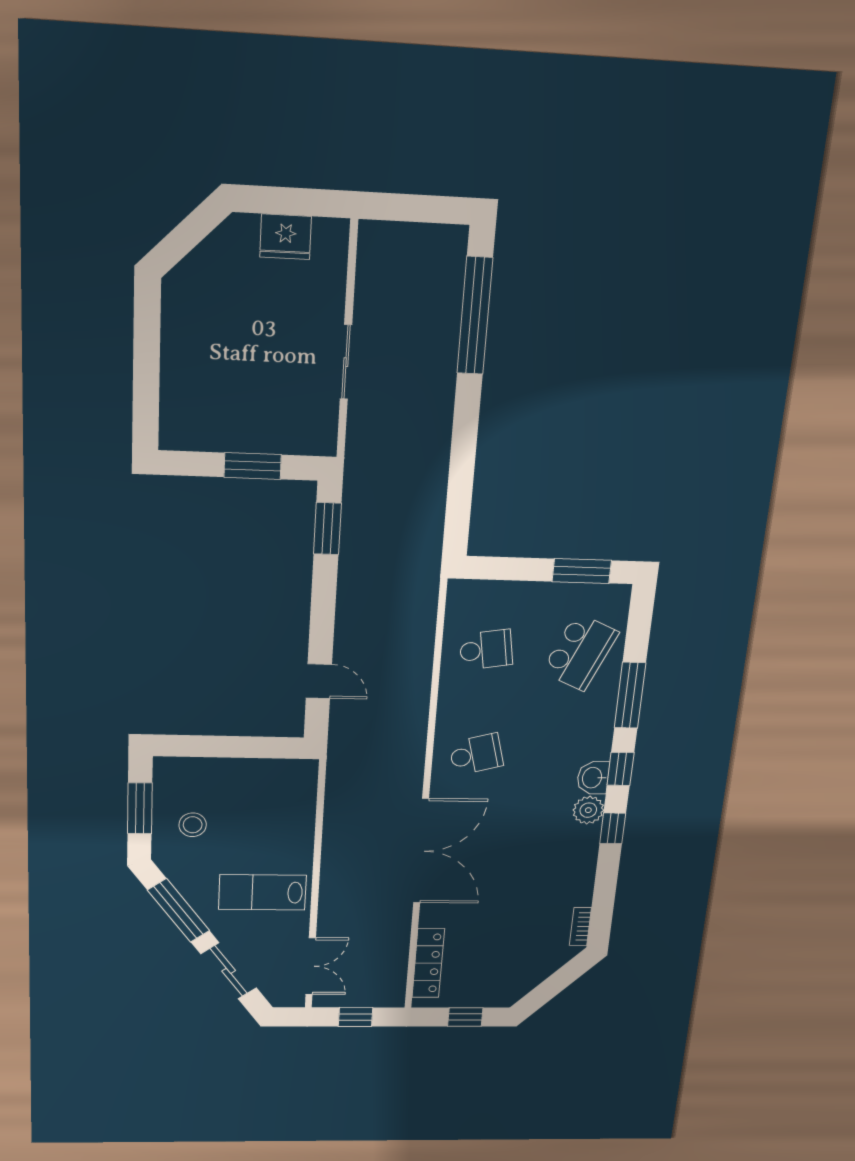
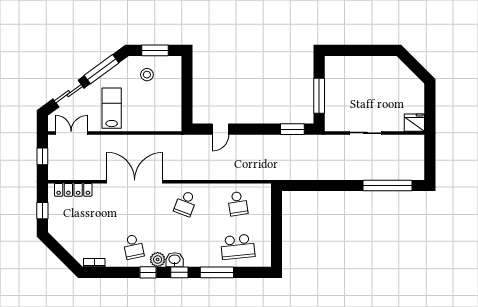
fridge: (286, 237) -> (414, 123), moved, turned 90
window: (253, 466) -> (319, 96), width x1.44
window: (582, 571) -> (277, 243), removed
school desk: (580, 652) -> (238, 247), turned -30
school desk: (476, 754) -> (186, 204), turned 36
double door: (421, 851) -> (135, 182), swing flipped
school desk: (556, 855) -> (133, 247), added
double door: (311, 966) -> (71, 133), swing flipped

